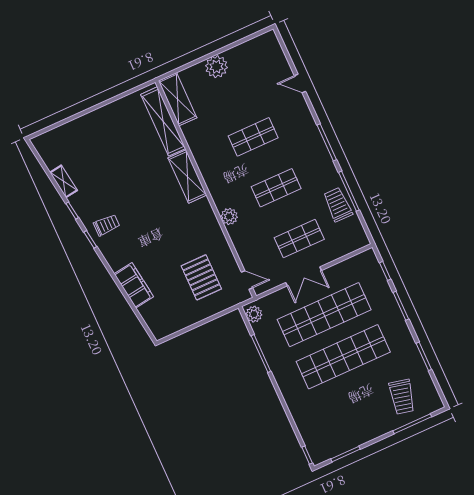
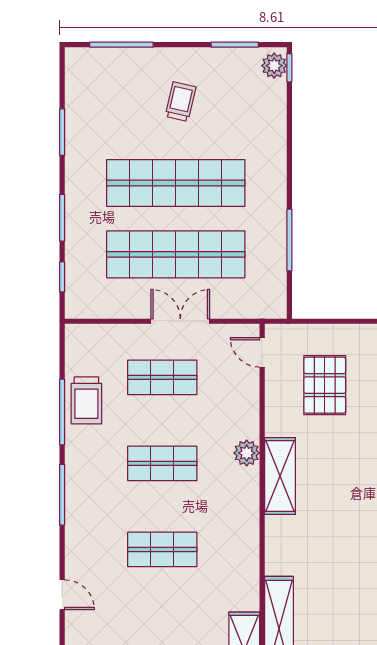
shelving: (187, 176) -> (280, 476), moved
plant: (254, 314) -> (274, 66), moved
trolley: (402, 397) -> (181, 102), moved, width x0.73, depth x0.72

